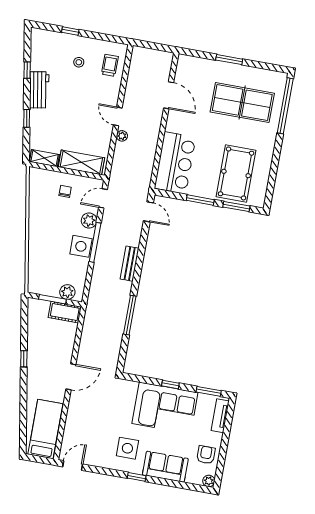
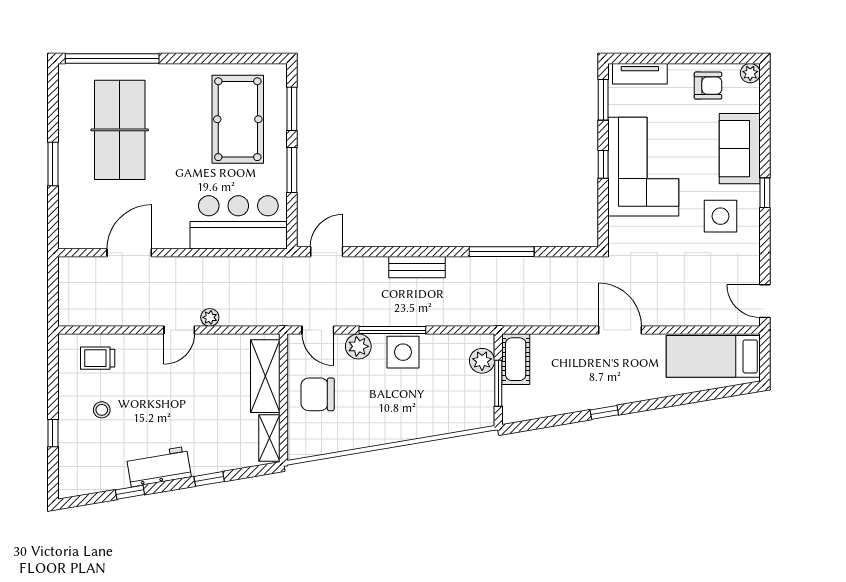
pool table: (236, 173) -> (238, 119), turned 90
chair: (65, 191) -> (318, 394), width x1.87, depth x1.87
armchair: (206, 455) -> (708, 86), turned 180

